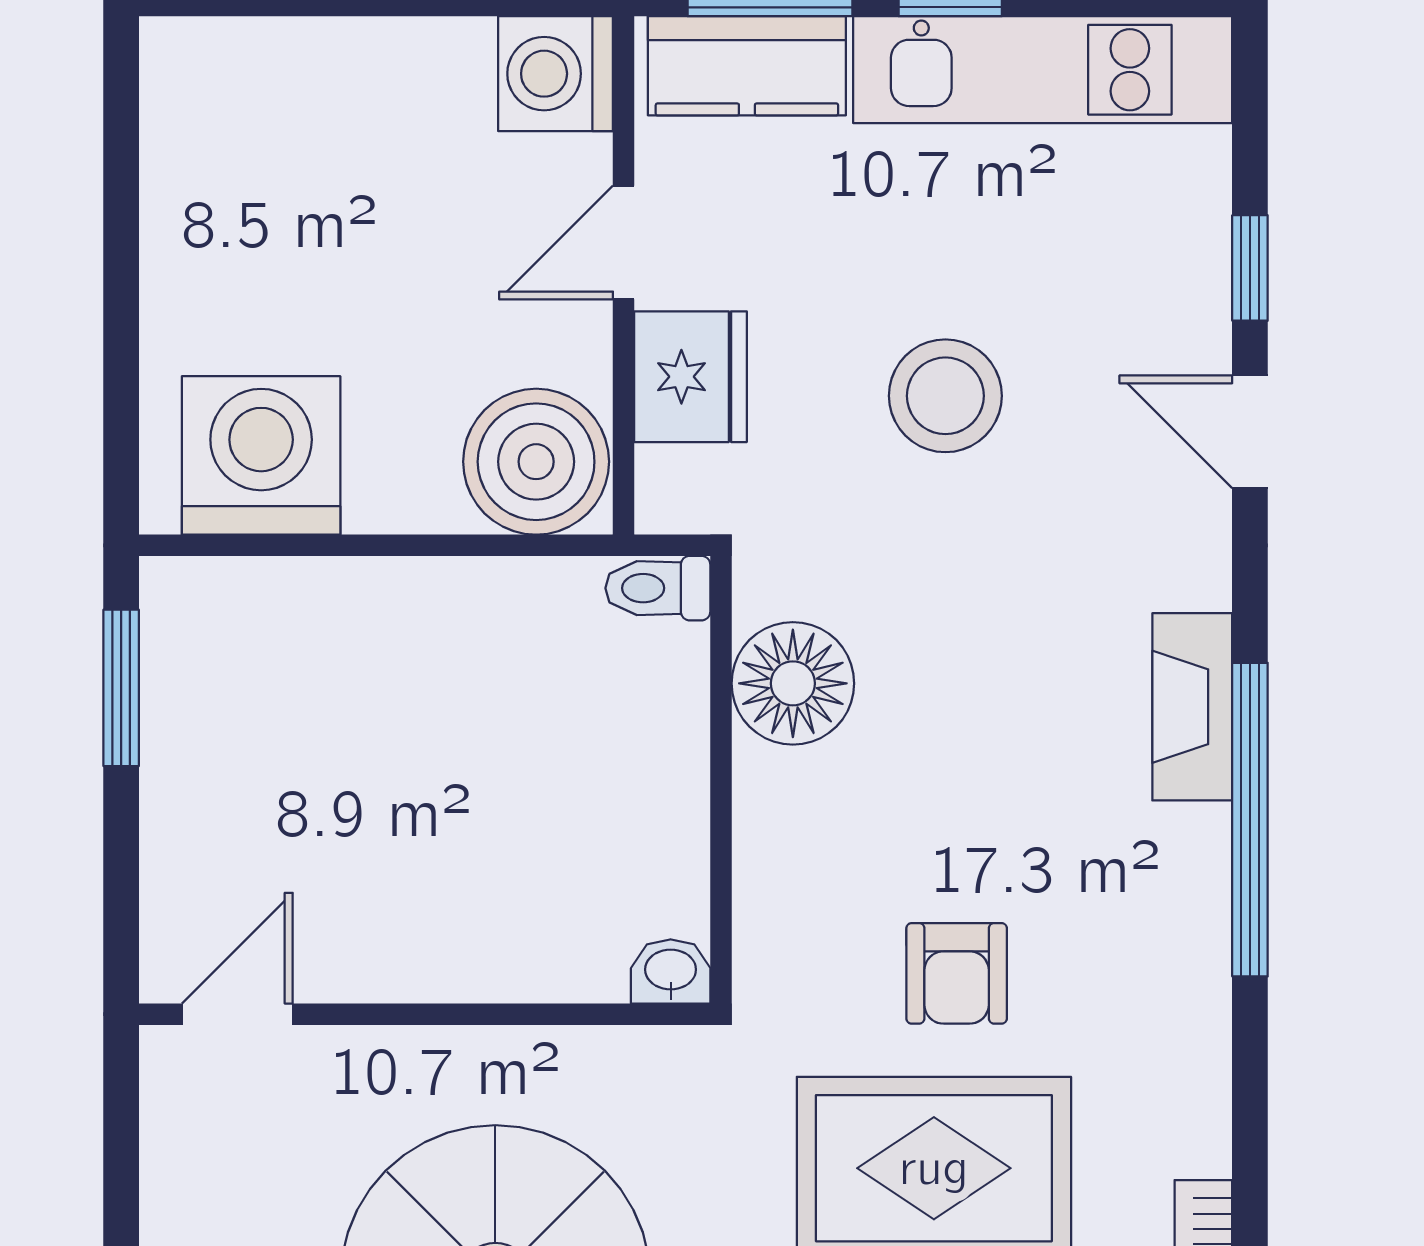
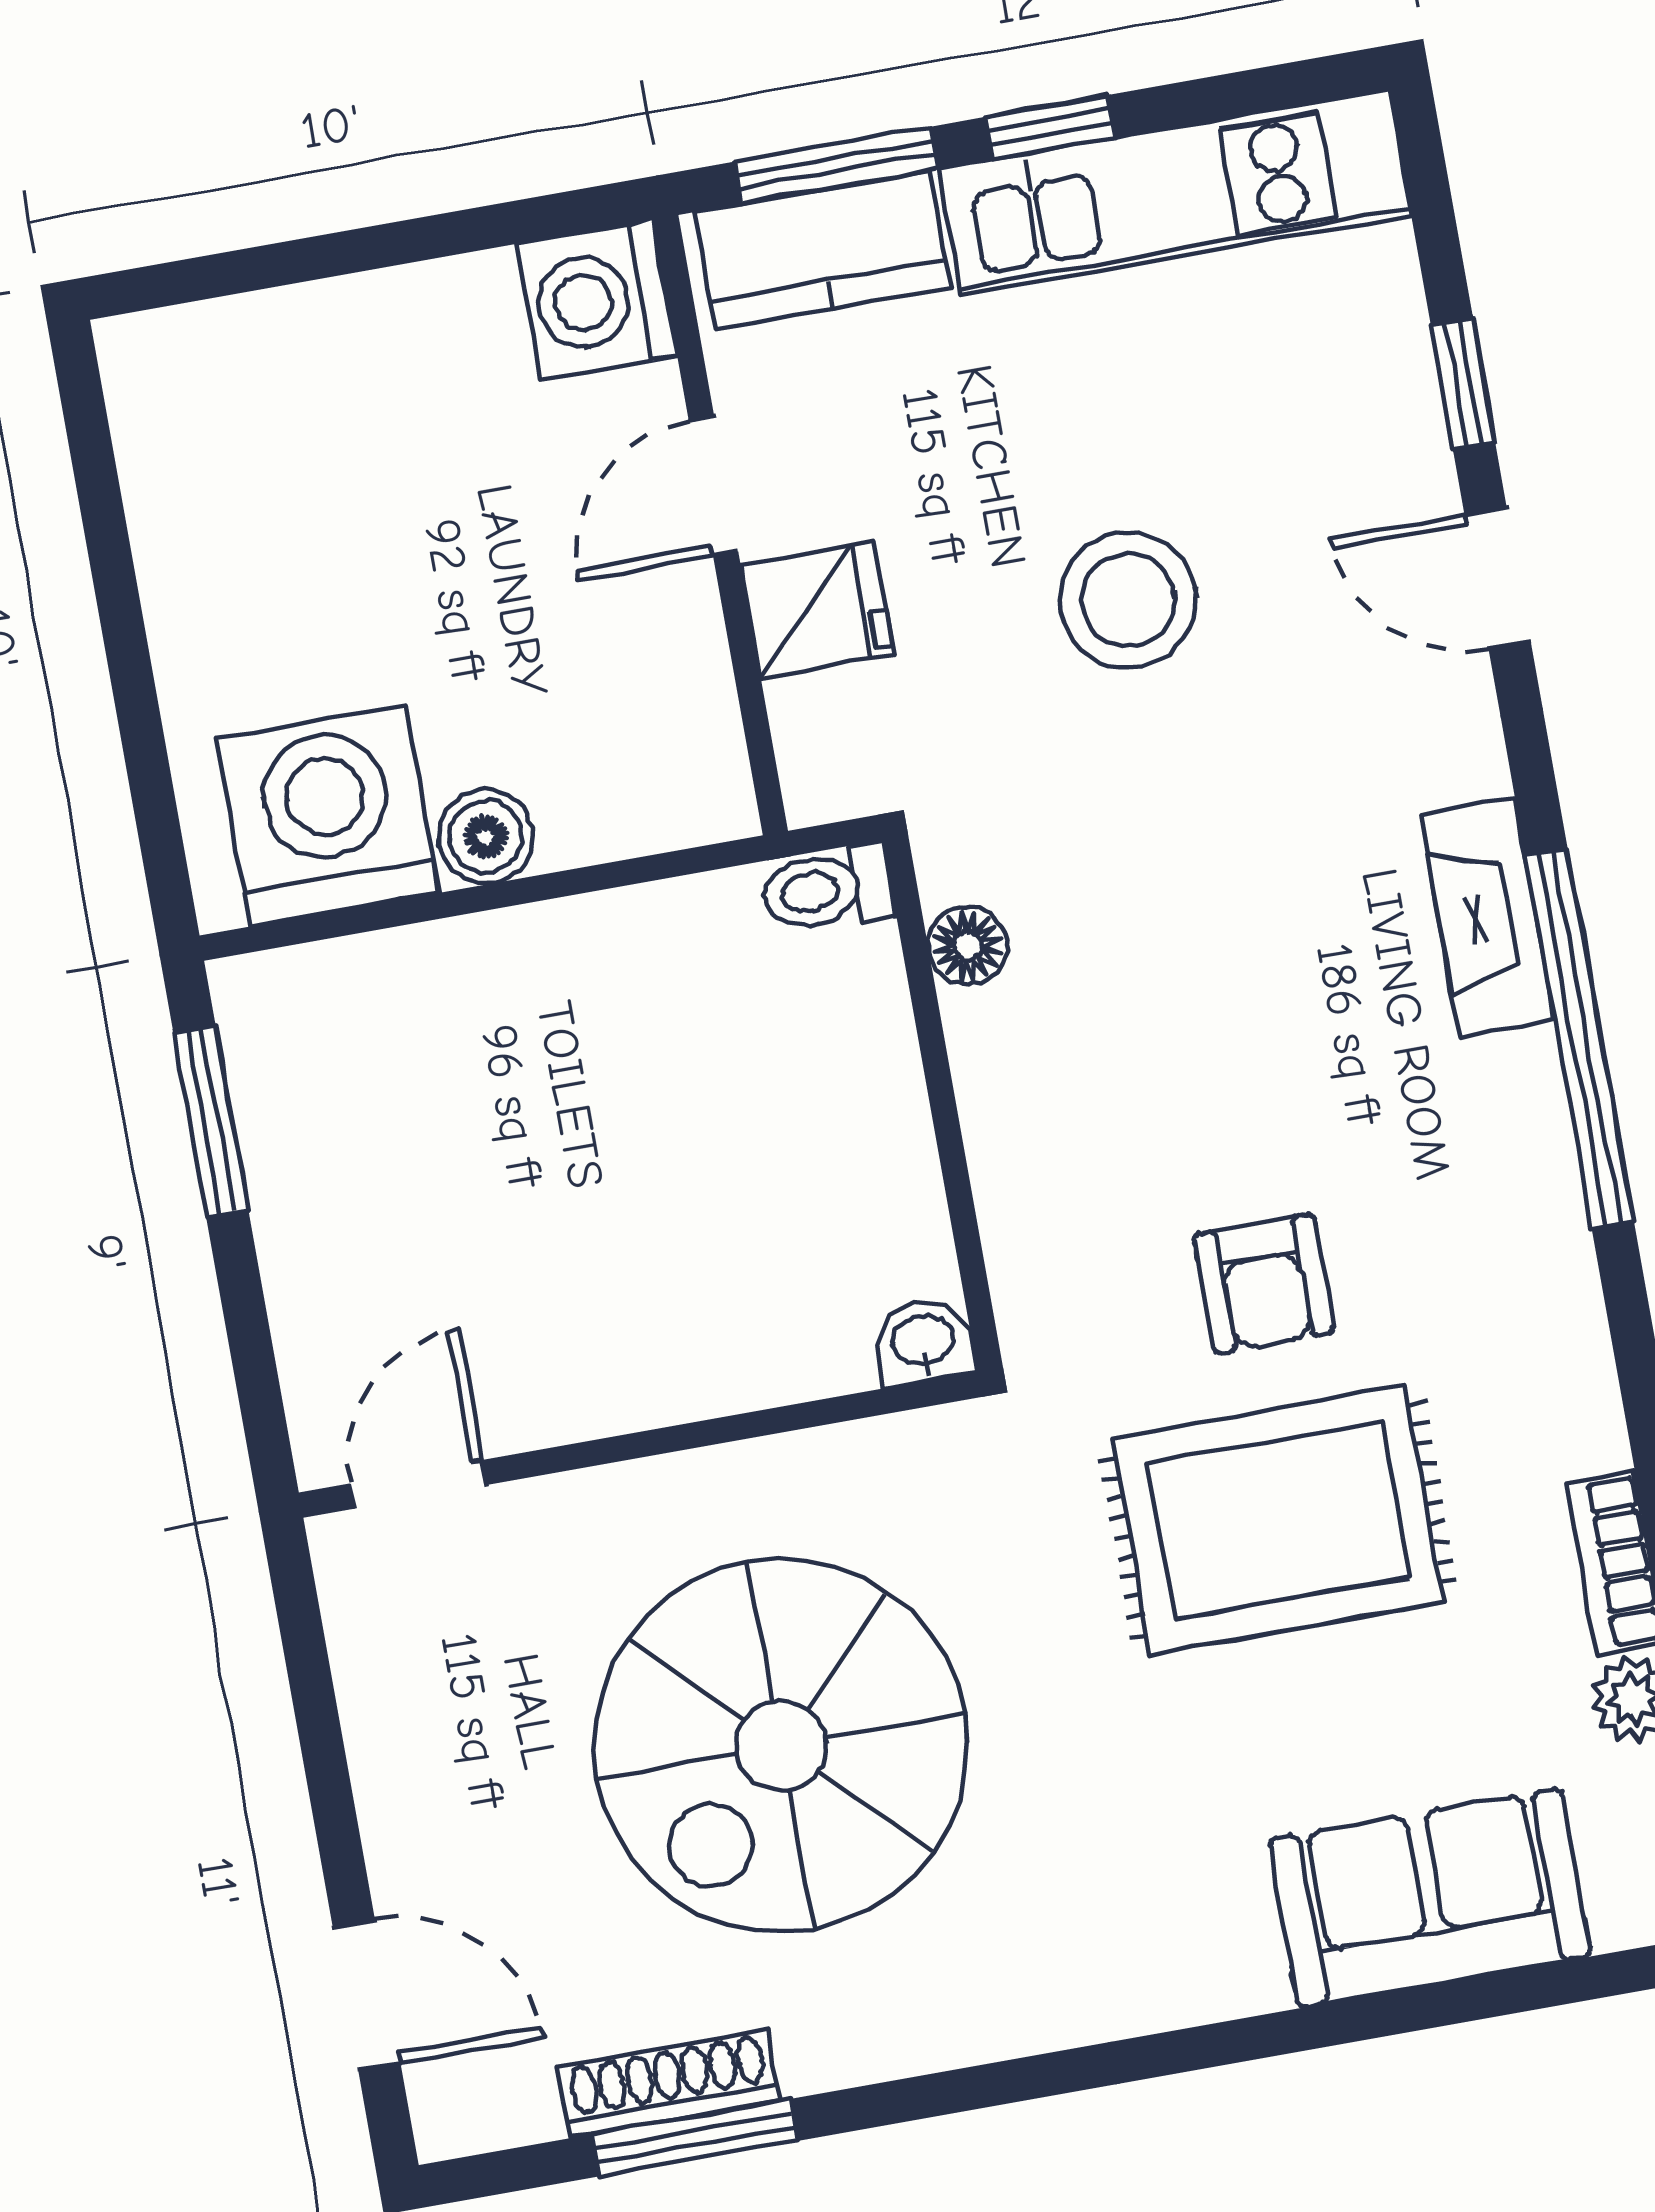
fridge: (690, 377) -> (818, 610), width x0.72
boiler: (536, 462) -> (486, 837), moved, width x0.54, depth x0.54
floor lamp: (793, 683) -> (968, 946), width x0.53, depth x0.53

